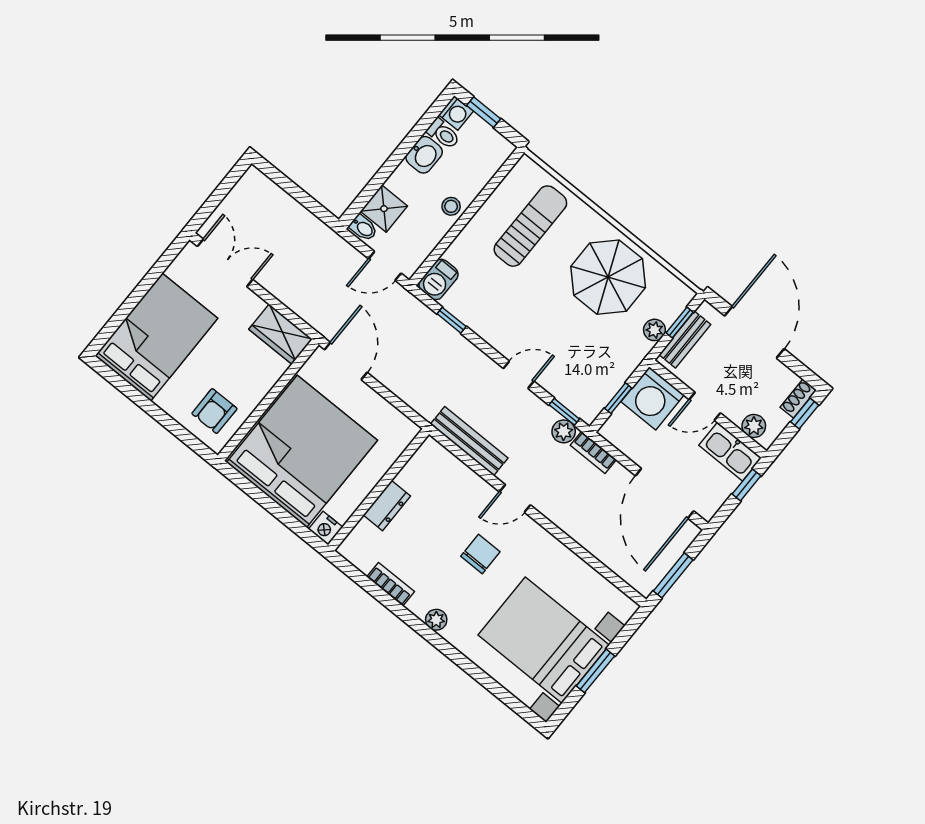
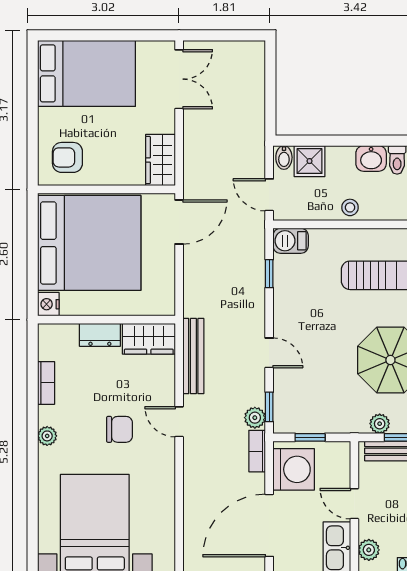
washing machine: (653, 398) -> (294, 469), moved, turned 180
wardrobe: (424, 467) -> (149, 339), added

